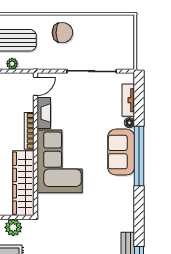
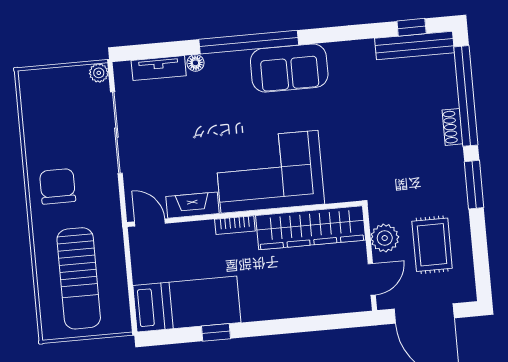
plant: (12, 64) -> (99, 73), moved
bookcase: (29, 131) -> (235, 225), width x0.64
sofa: (121, 152) -> (289, 68), moved

